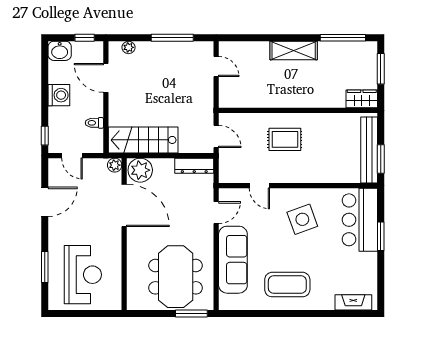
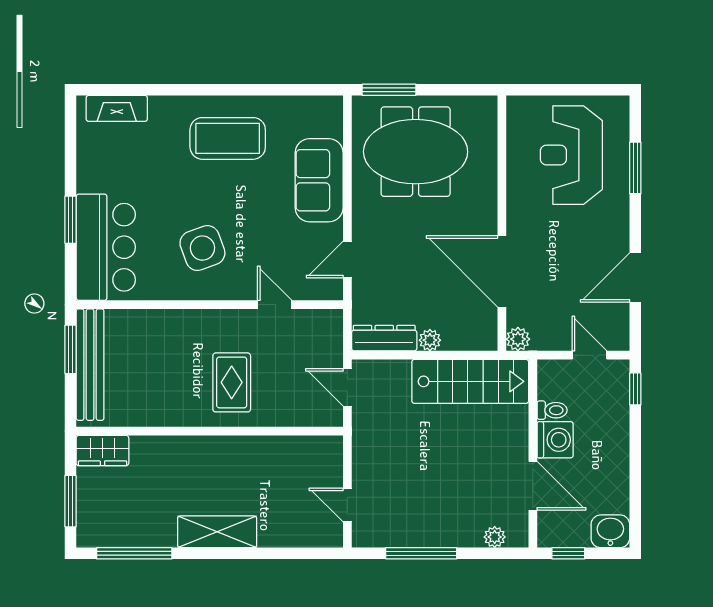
washing machine: (59, 95) -> (555, 440), moved, turned 180
rug: (285, 139) -> (232, 382), turned 90
plant: (140, 170) -> (430, 340), moved, width x0.53, depth x0.53
sofa: (233, 260) -> (319, 180), width x0.73
meeting table: (176, 277) -> (416, 152), turned 90

